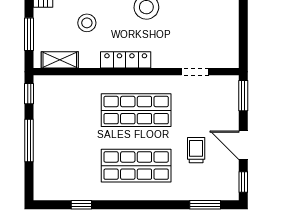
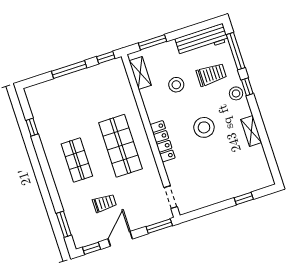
locker: (126, 60) -> (163, 141), moved
doorway: (195, 72) -> (171, 197), moved
shop shelf: (136, 166) -> (77, 160), width x0.70, depth x0.74

